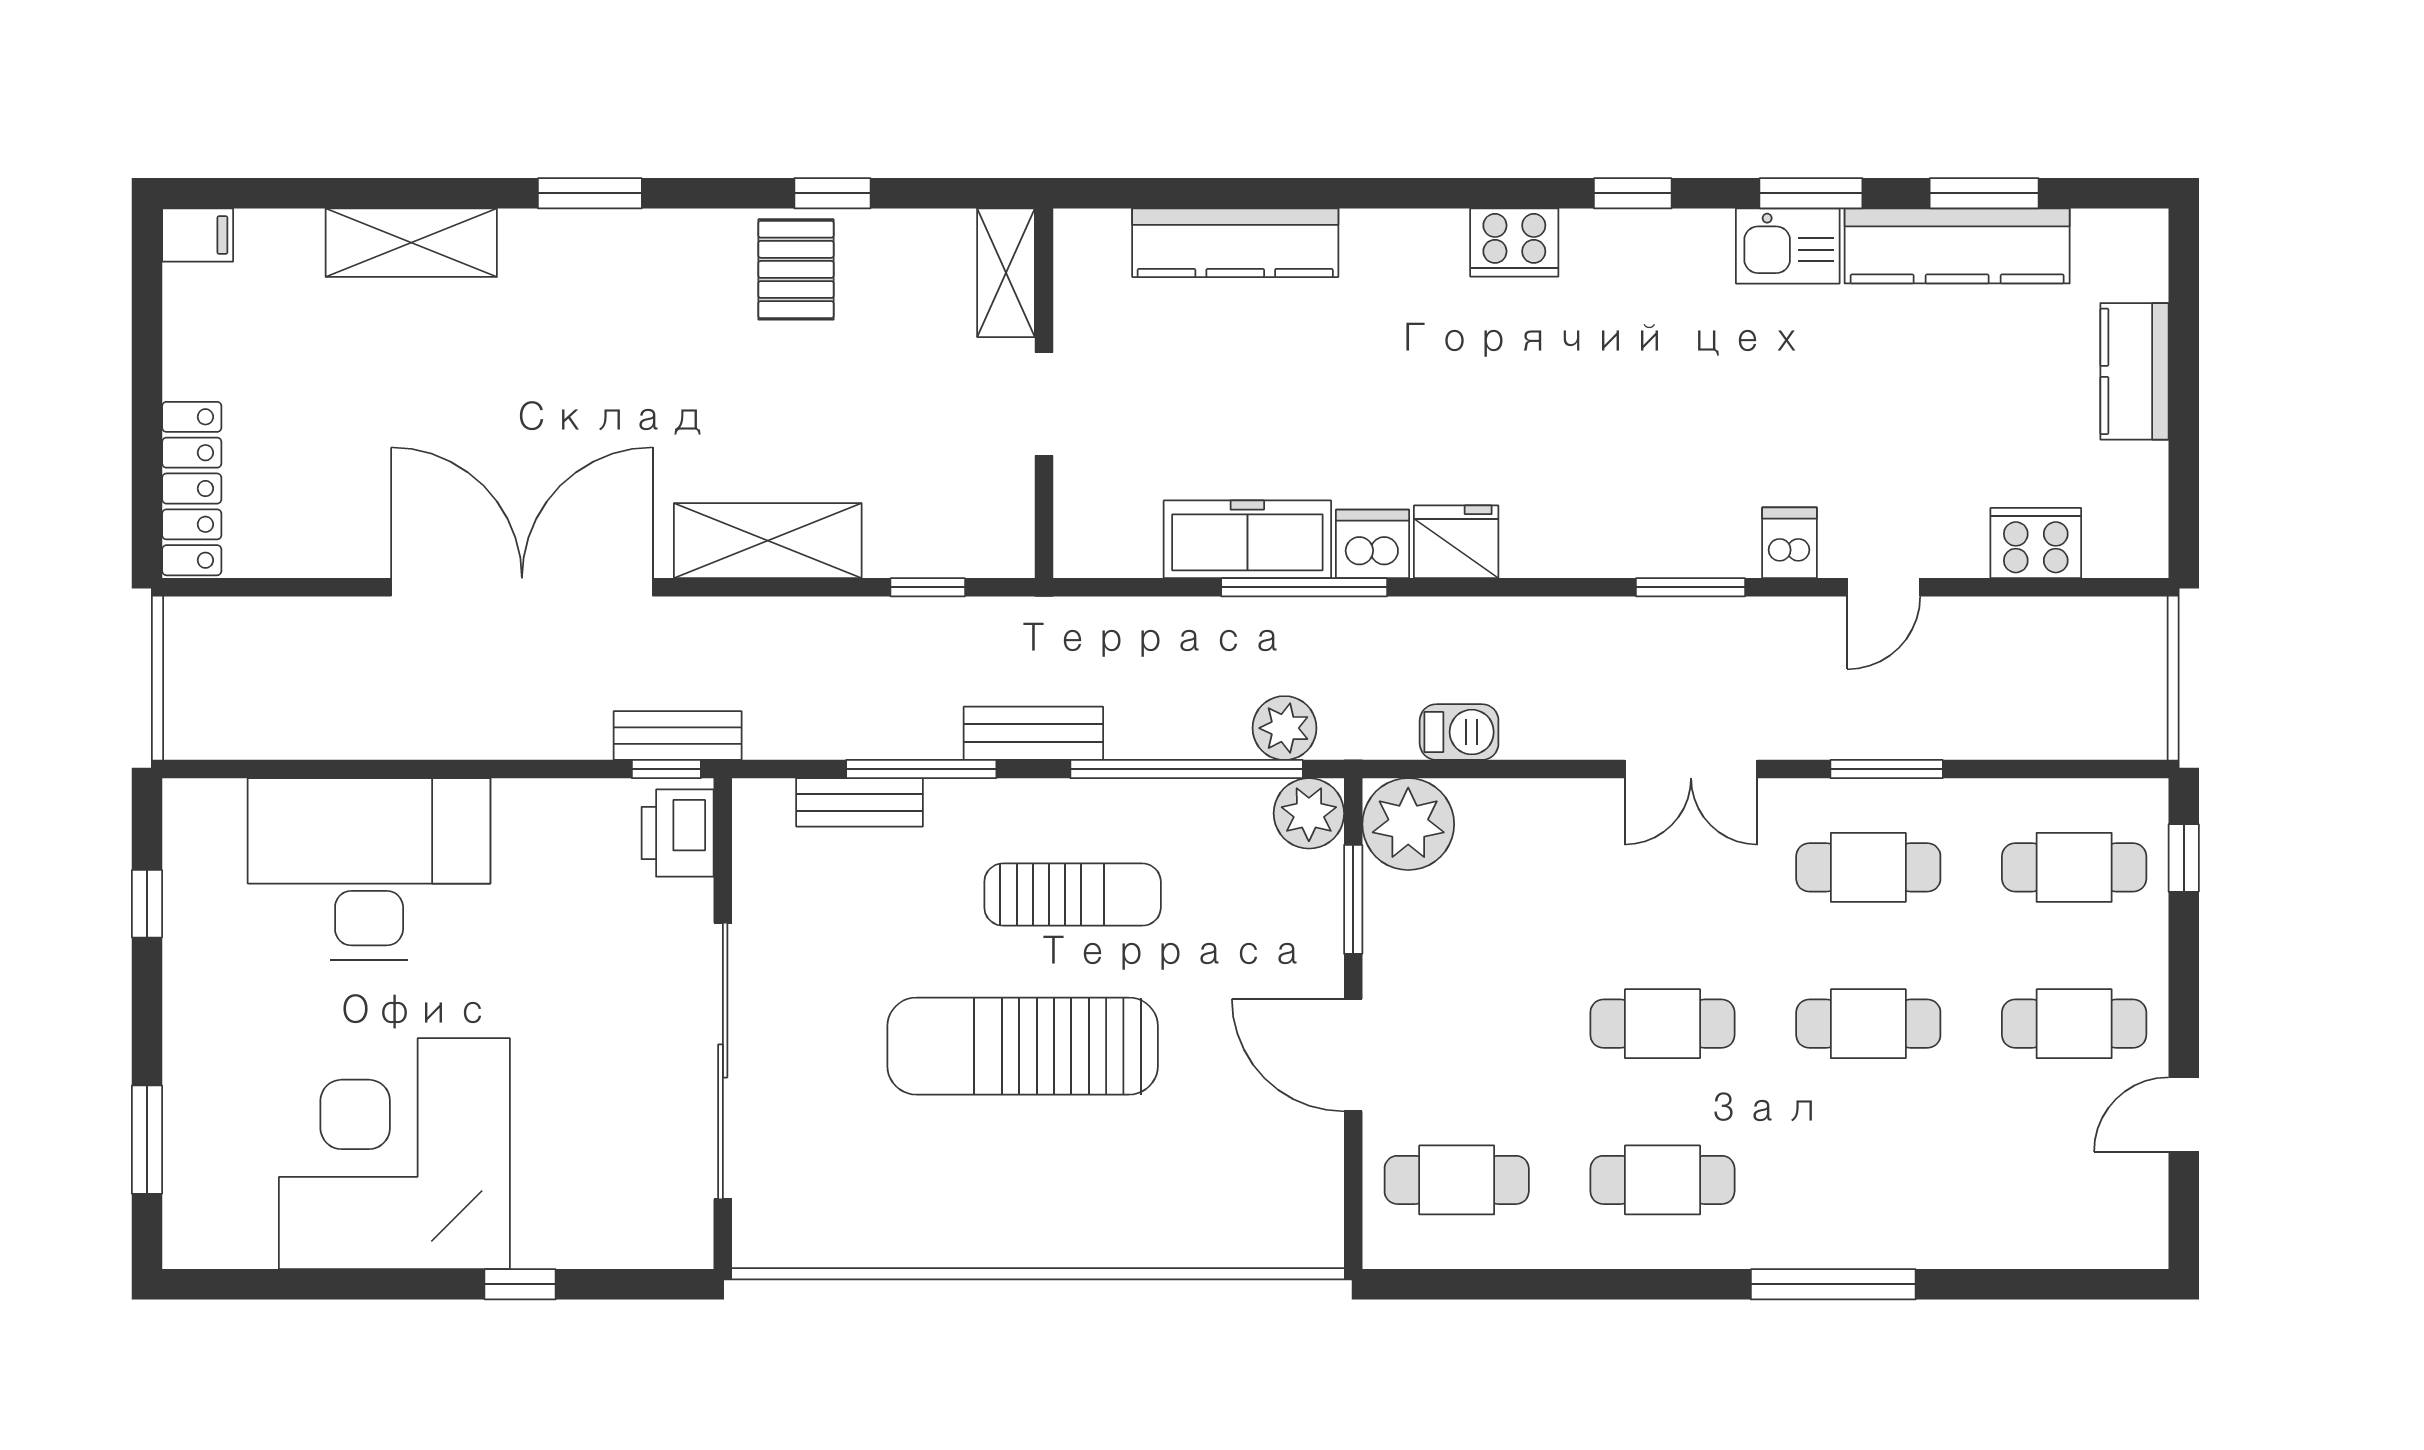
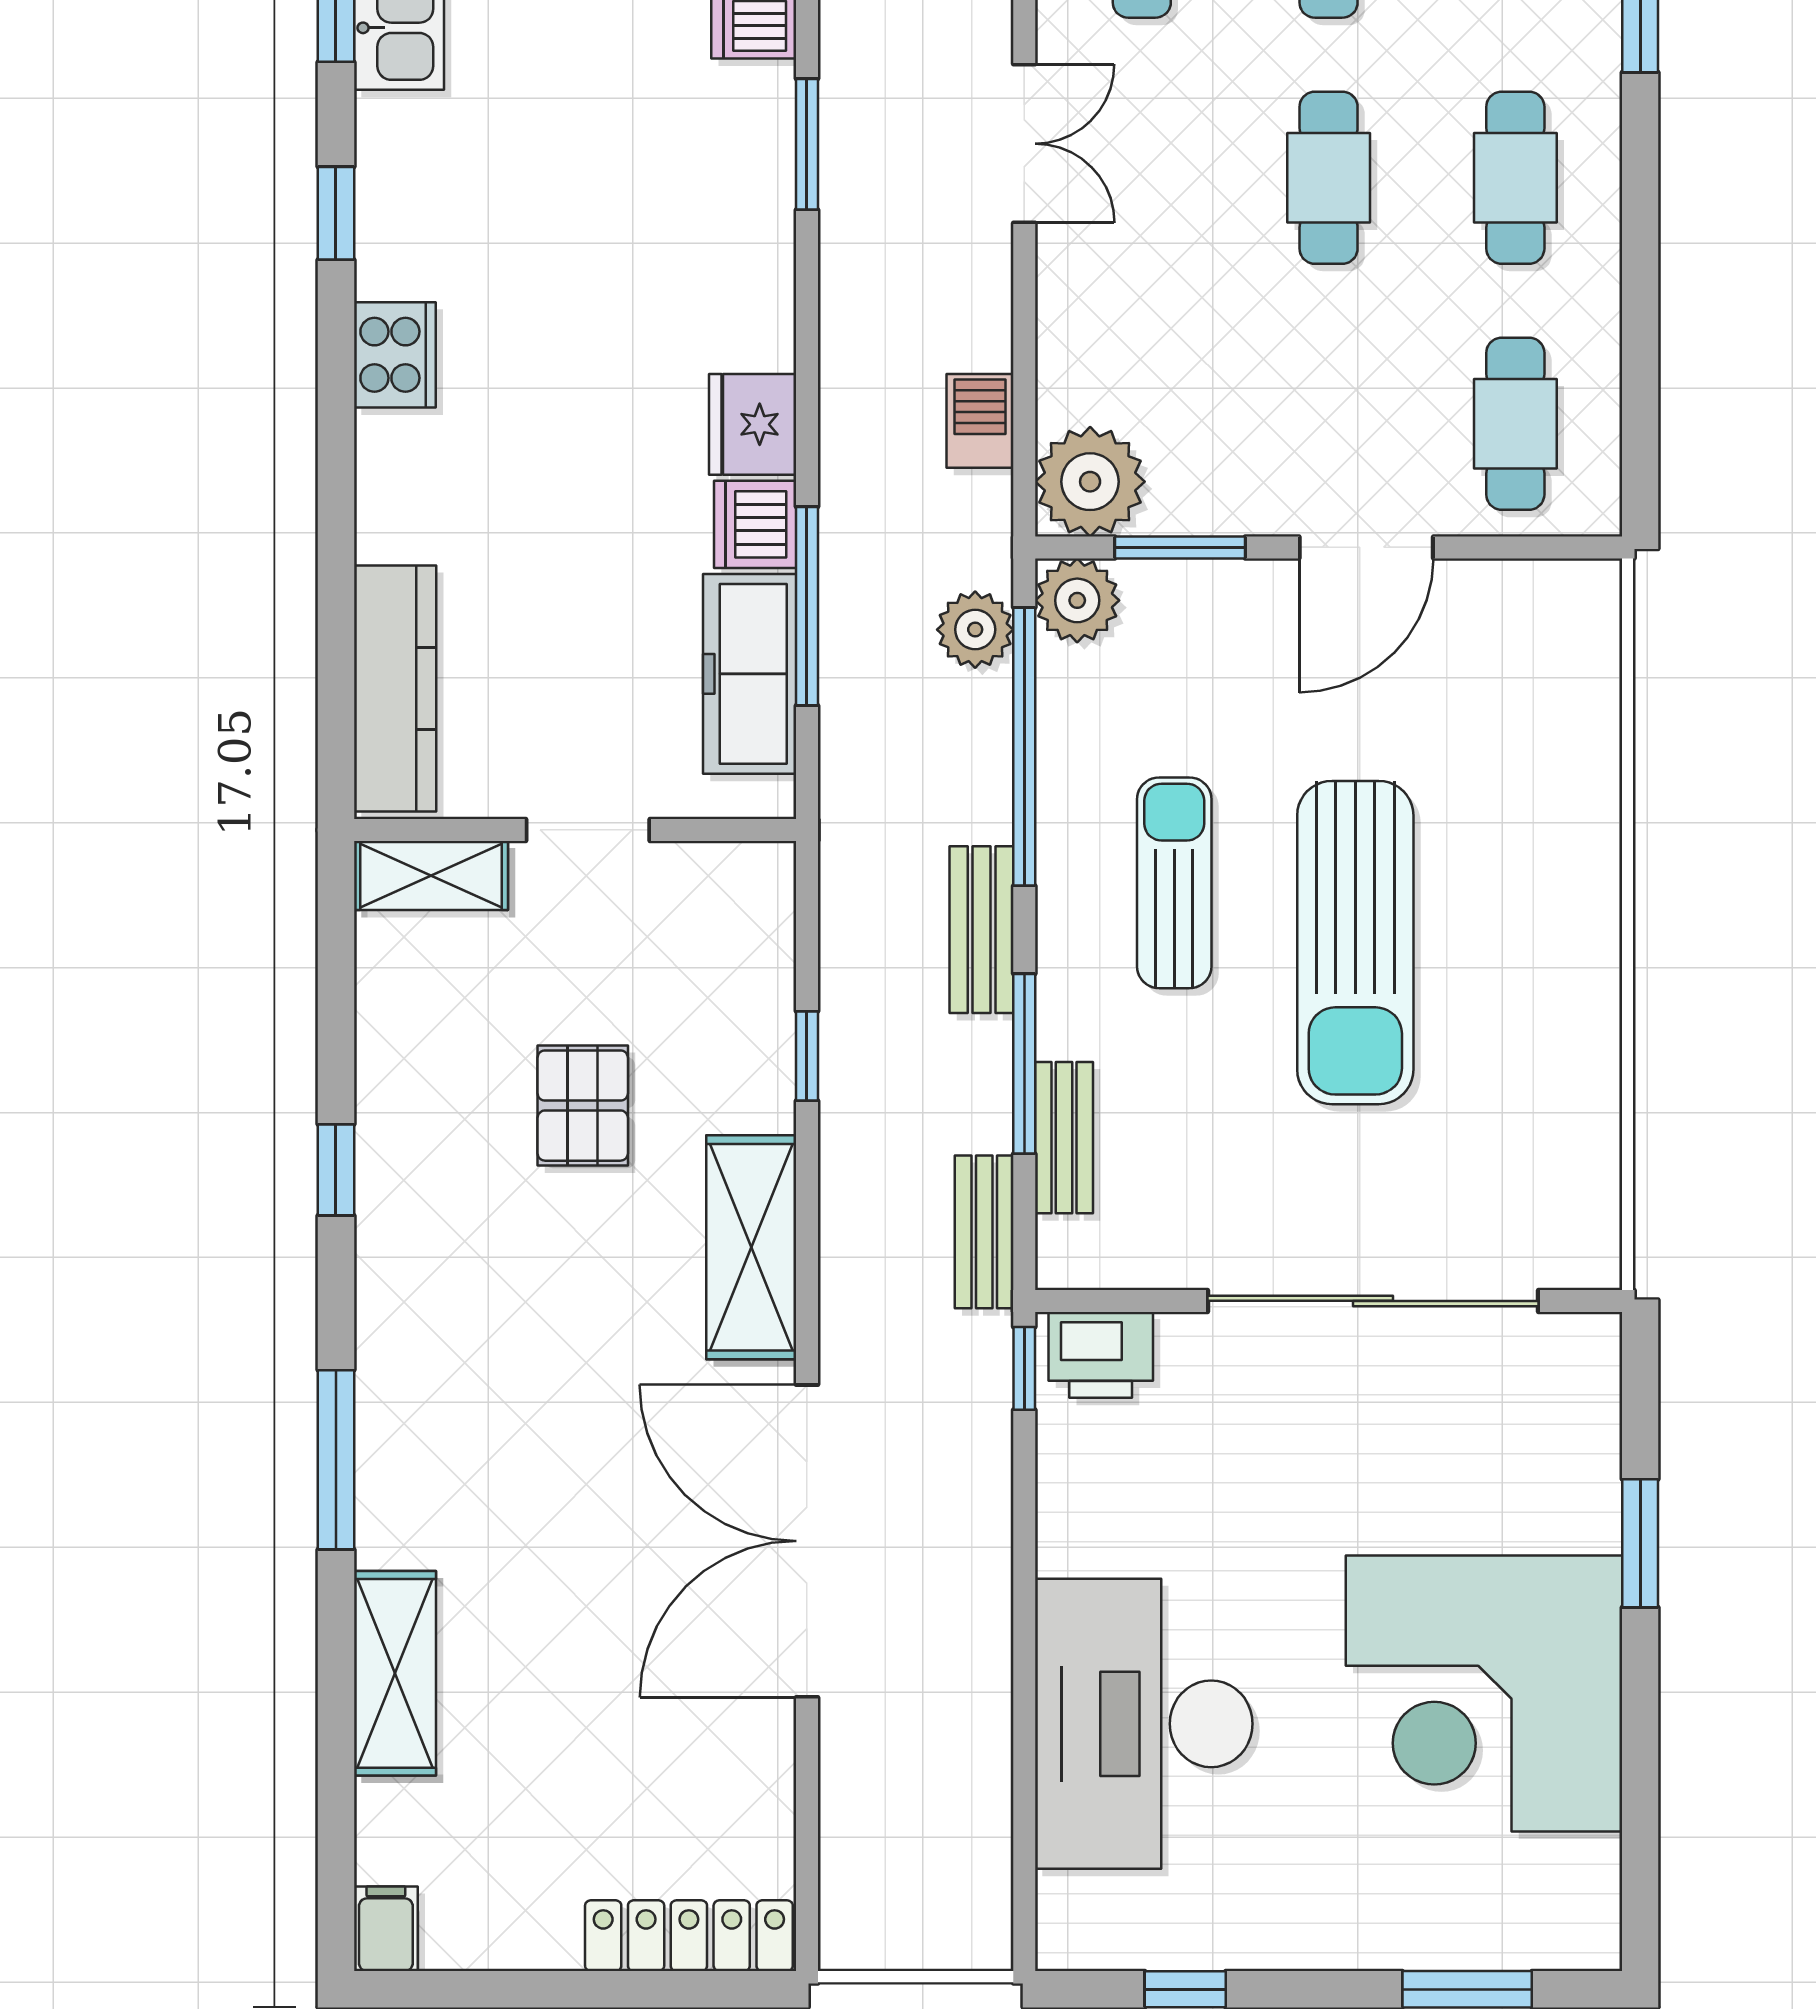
window: (590, 193) -> (336, 1460), width x1.44
pallet: (796, 269) -> (583, 1106), moved, turned 90
shelving: (1006, 273) -> (431, 875), moved
wall: (1044, 393) -> (575, 830), moved
doorway: (1044, 404) -> (588, 830), moved
bench: (678, 736) -> (984, 1232), moved
window: (520, 1284) -> (1640, 1543), width x1.50

